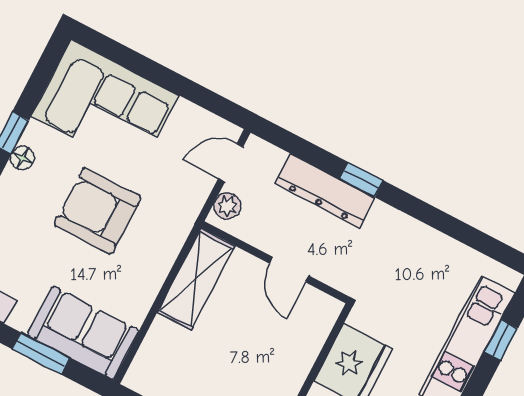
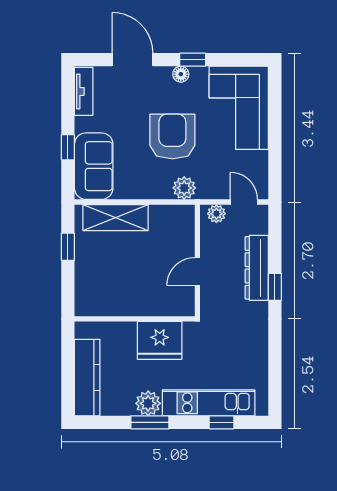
plant: (172, 230) -> (184, 188), added
shelving: (196, 279) -> (115, 218), moved
window: (41, 354) -> (68, 147), width x0.67

